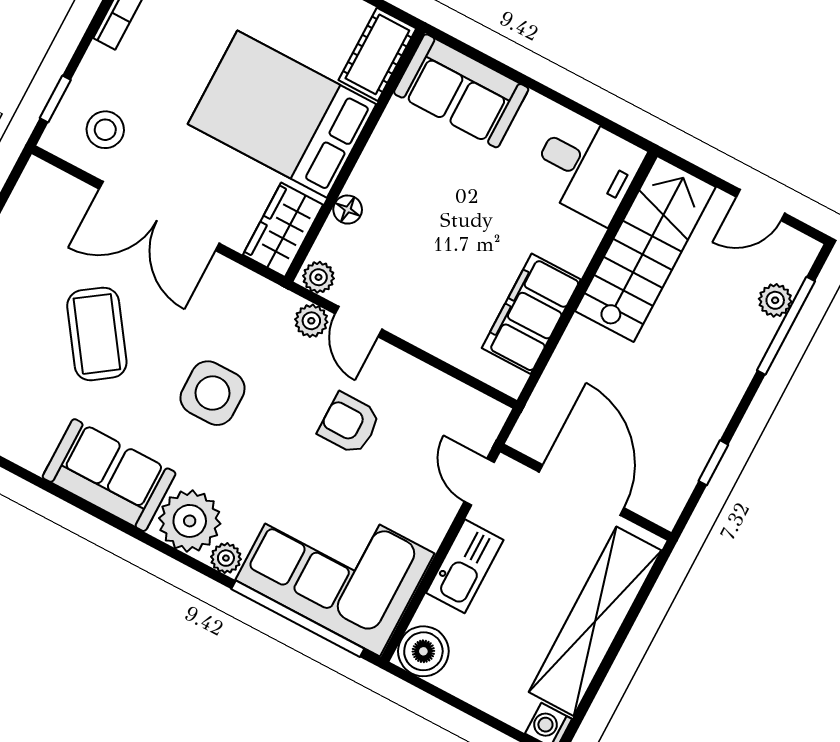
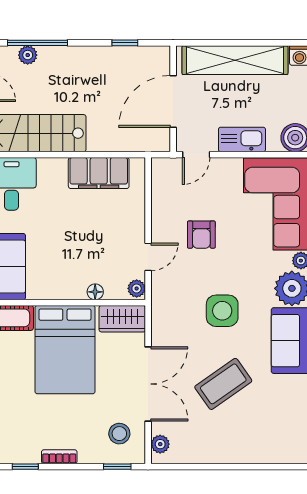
plant: (311, 321) -> (160, 444), moved

